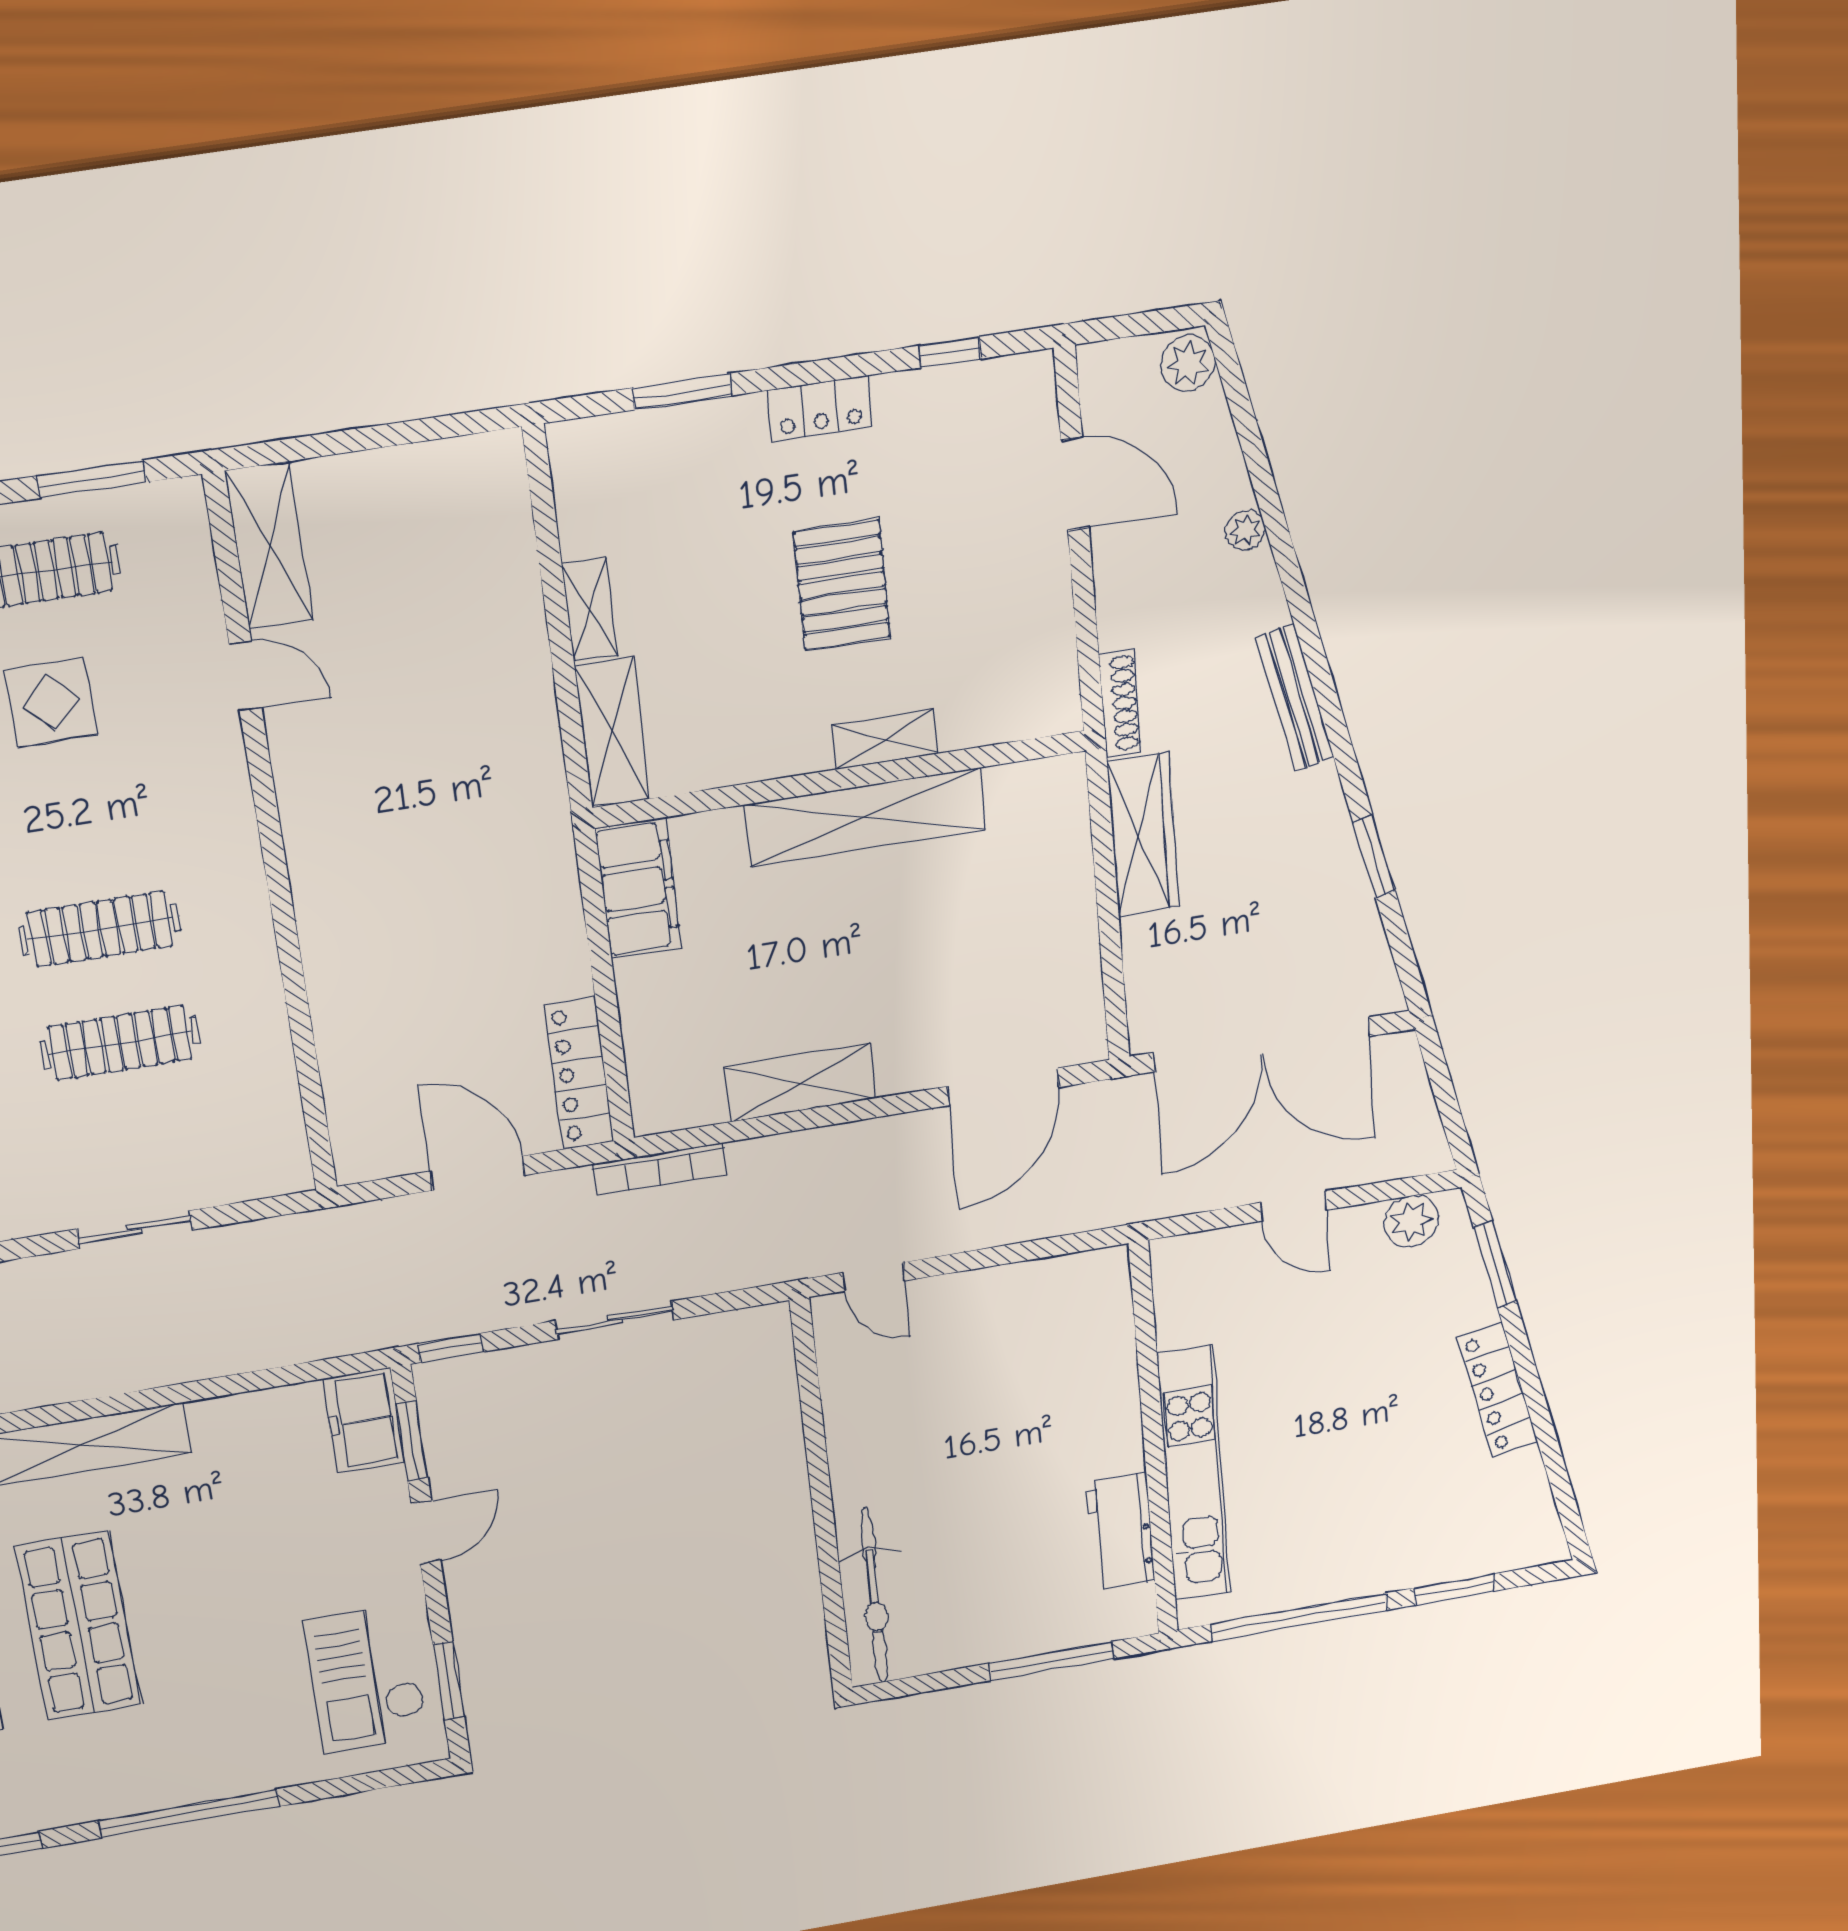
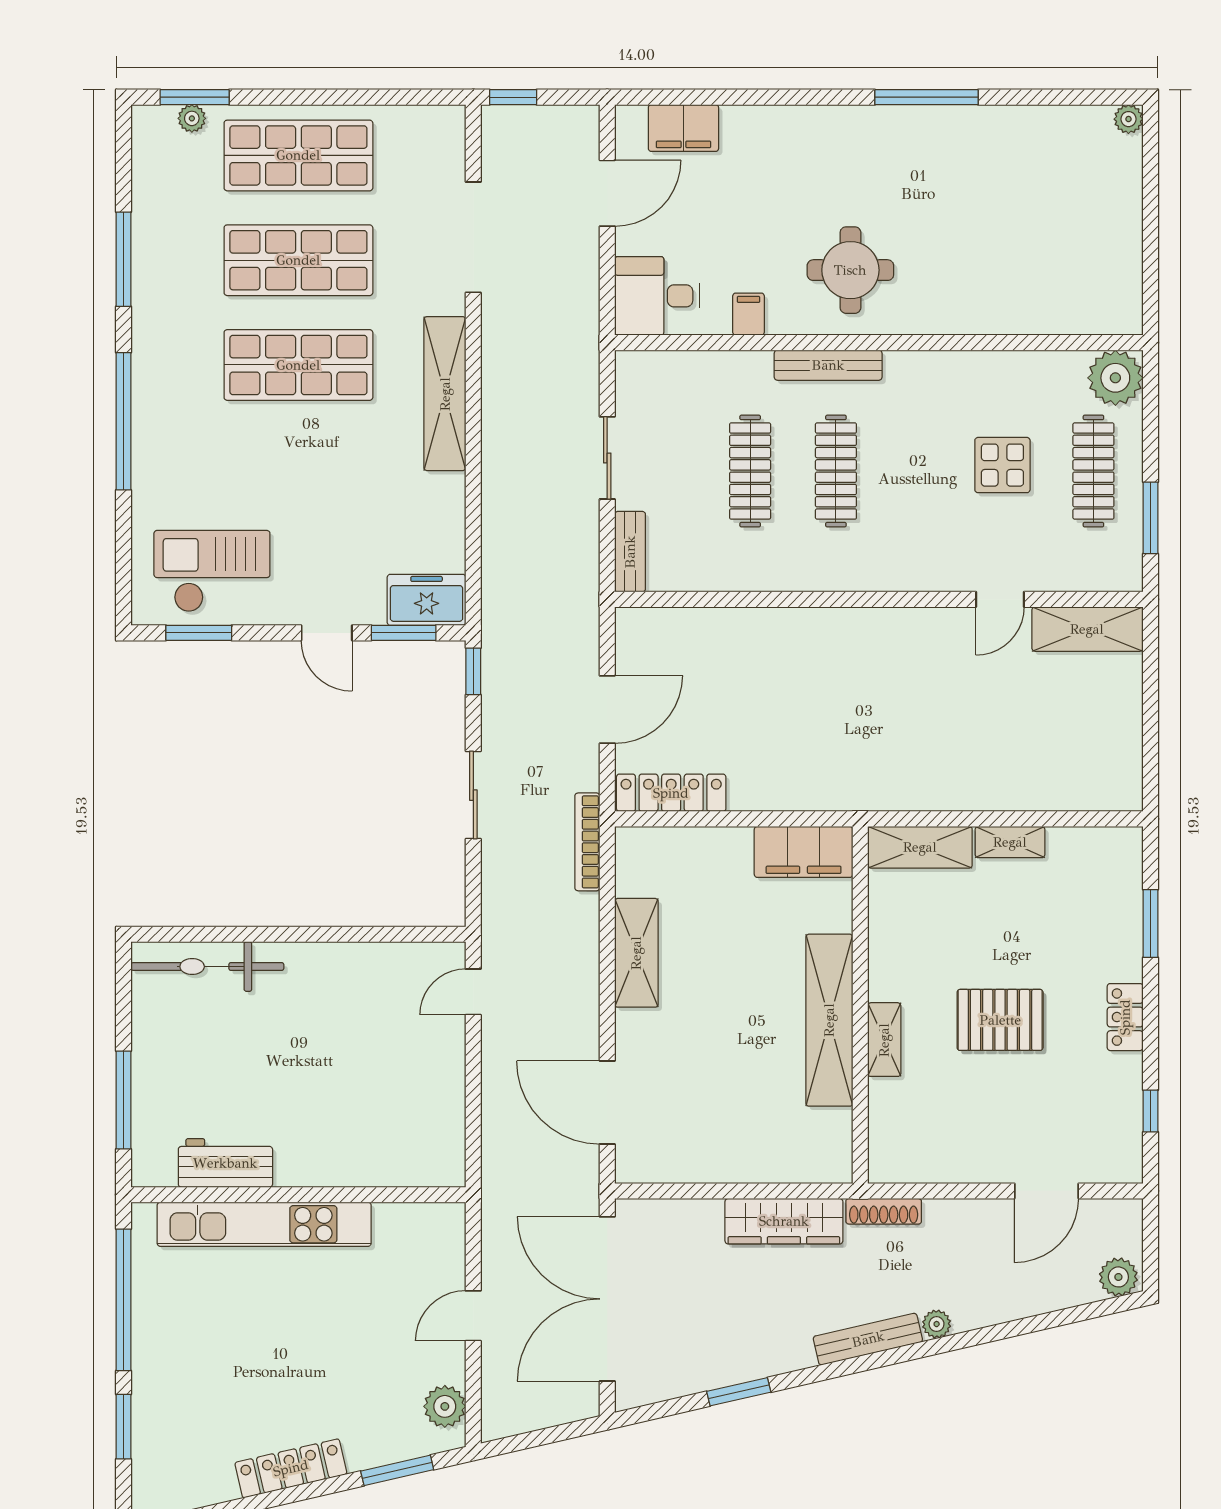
plant: (1245, 530) -> (937, 1324), moved
bench: (258, 1180) -> (630, 552), added

